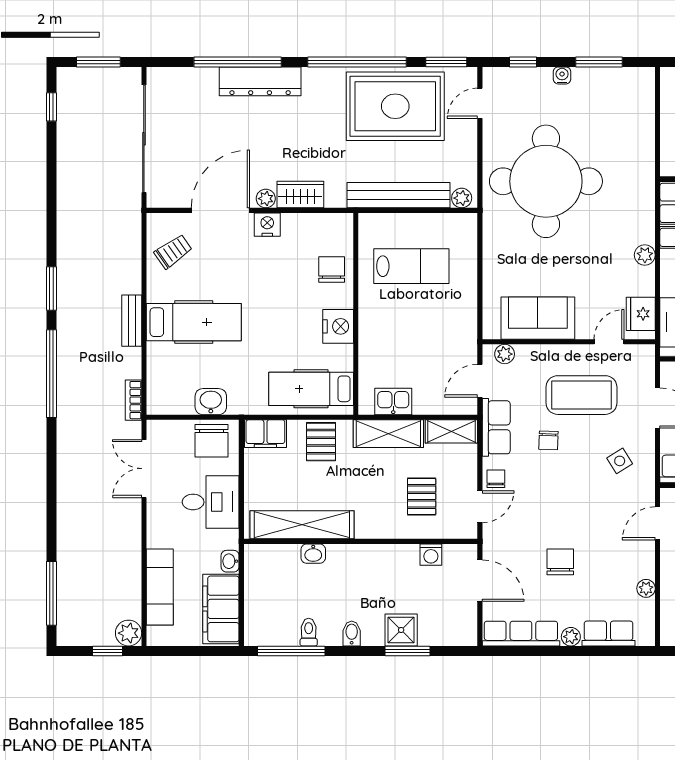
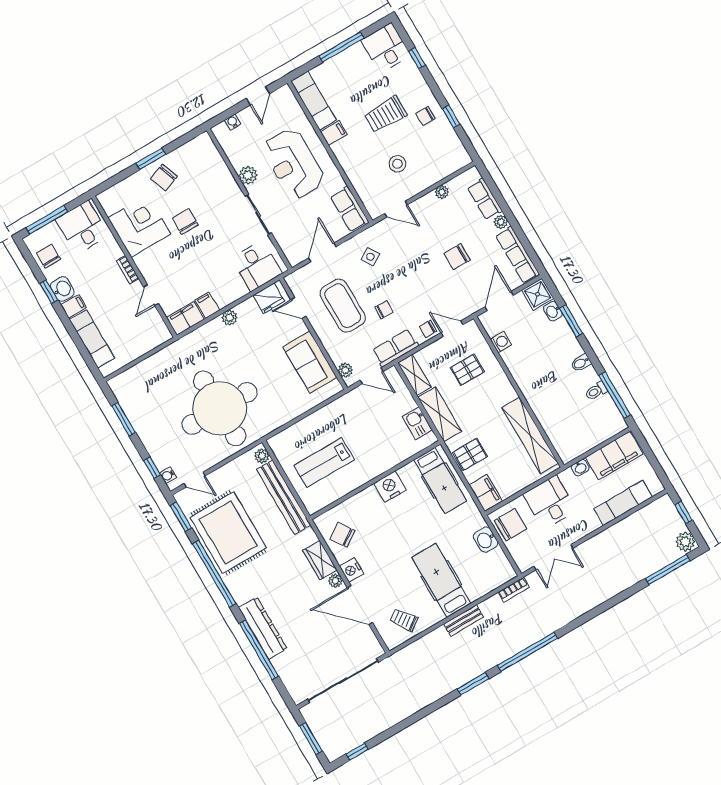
water cooler: (562, 75) -> (168, 475), moved
lab bench: (411, 266) -> (324, 462), turned -90
chair: (332, 270) -> (342, 535), moved, turned 56
washbasin: (313, 554) -> (553, 311), moved, turned 180
shower: (401, 630) -> (538, 294), moved
plant: (129, 633) -> (685, 542), moved

